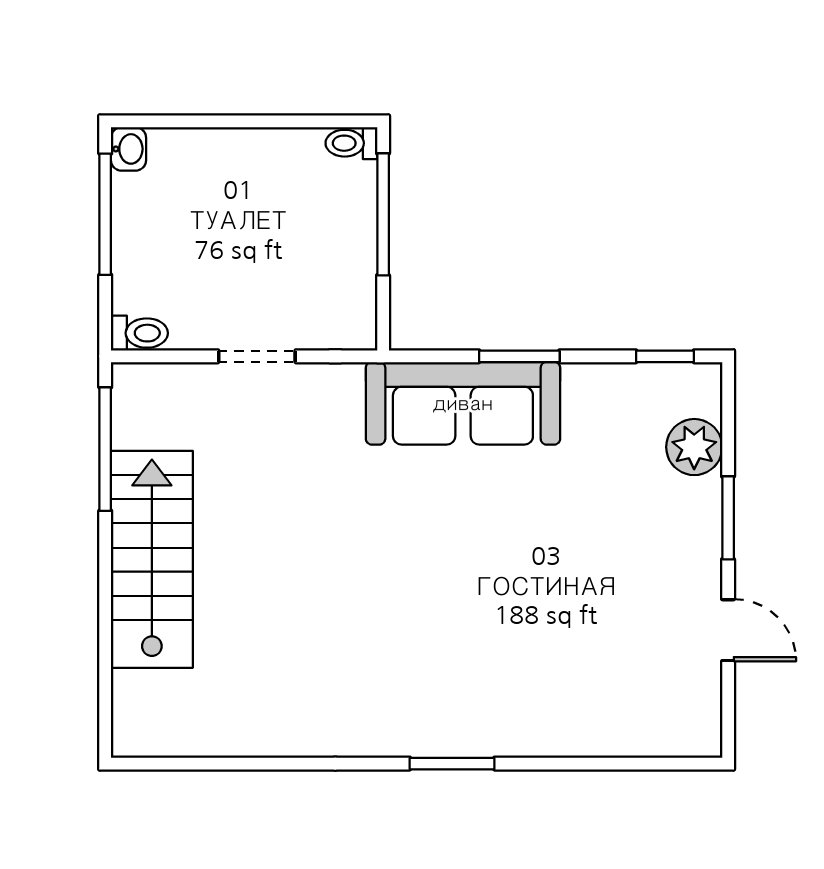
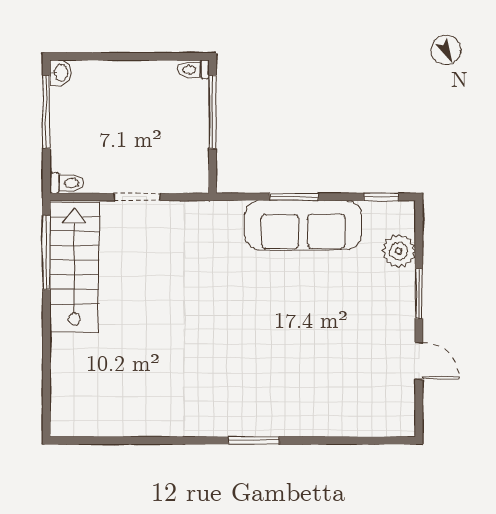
sofa: (463, 403) -> (303, 225), moved
stairs: (152, 559) -> (74, 267), moved

